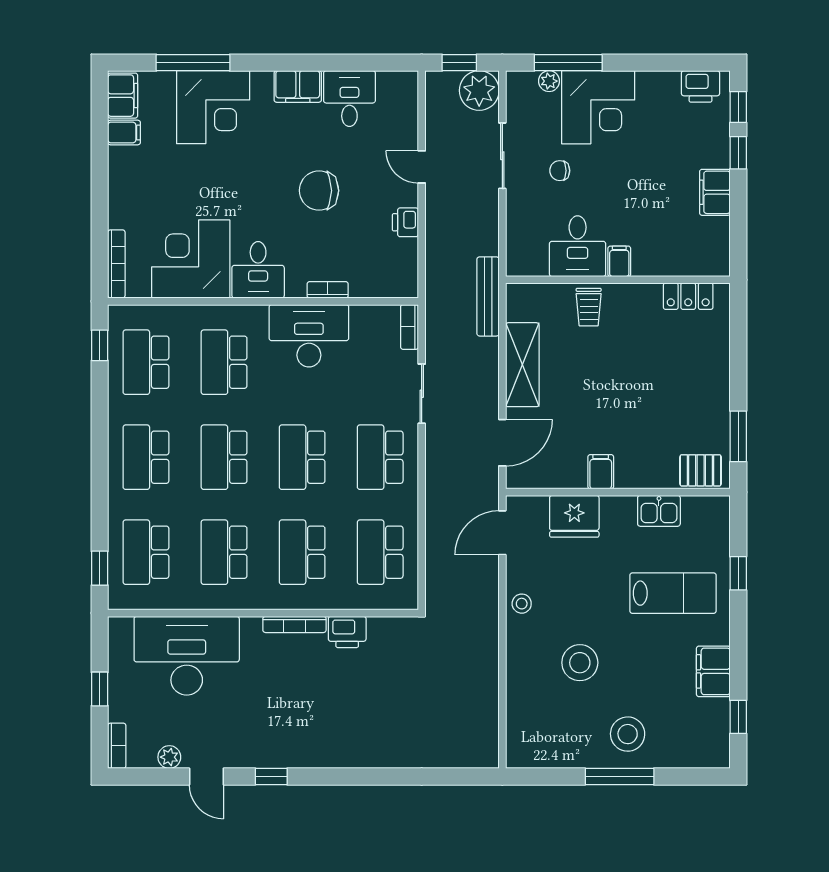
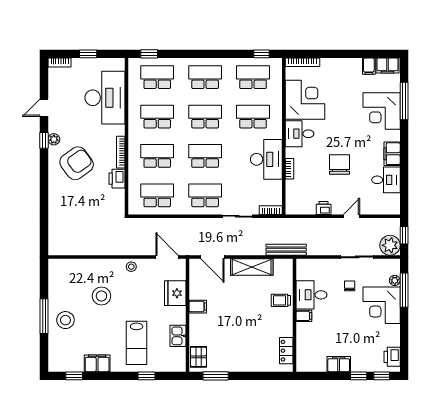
armchair: (317, 712) -> (77, 163), added
plant: (169, 757) -> (54, 139), moved

